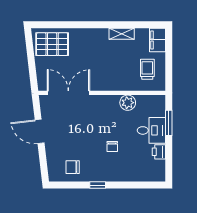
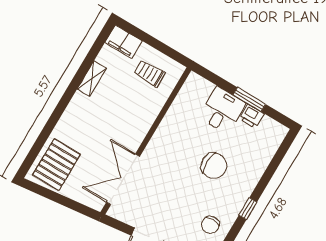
plant: (128, 103) -> (174, 118), removed
window: (169, 123) -> (249, 99), moved
chair: (112, 147) -> (214, 166), width x1.87, depth x1.87

